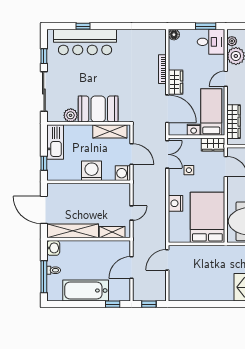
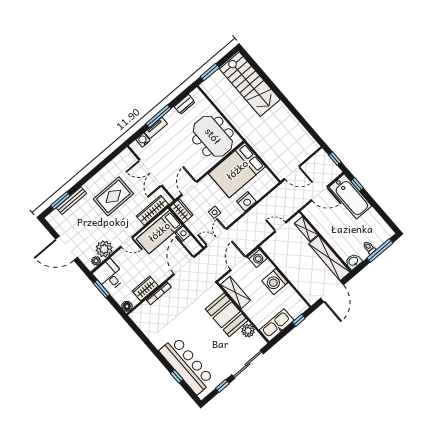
wardrobe: (176, 82) -> (145, 288), moved
bathtub: (86, 291) -> (350, 196), moved

